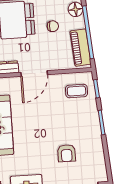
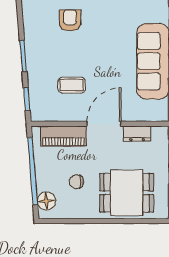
piano: (80, 48) -> (63, 136), moved, turned 95
coffee table: (76, 91) -> (72, 85), moved

